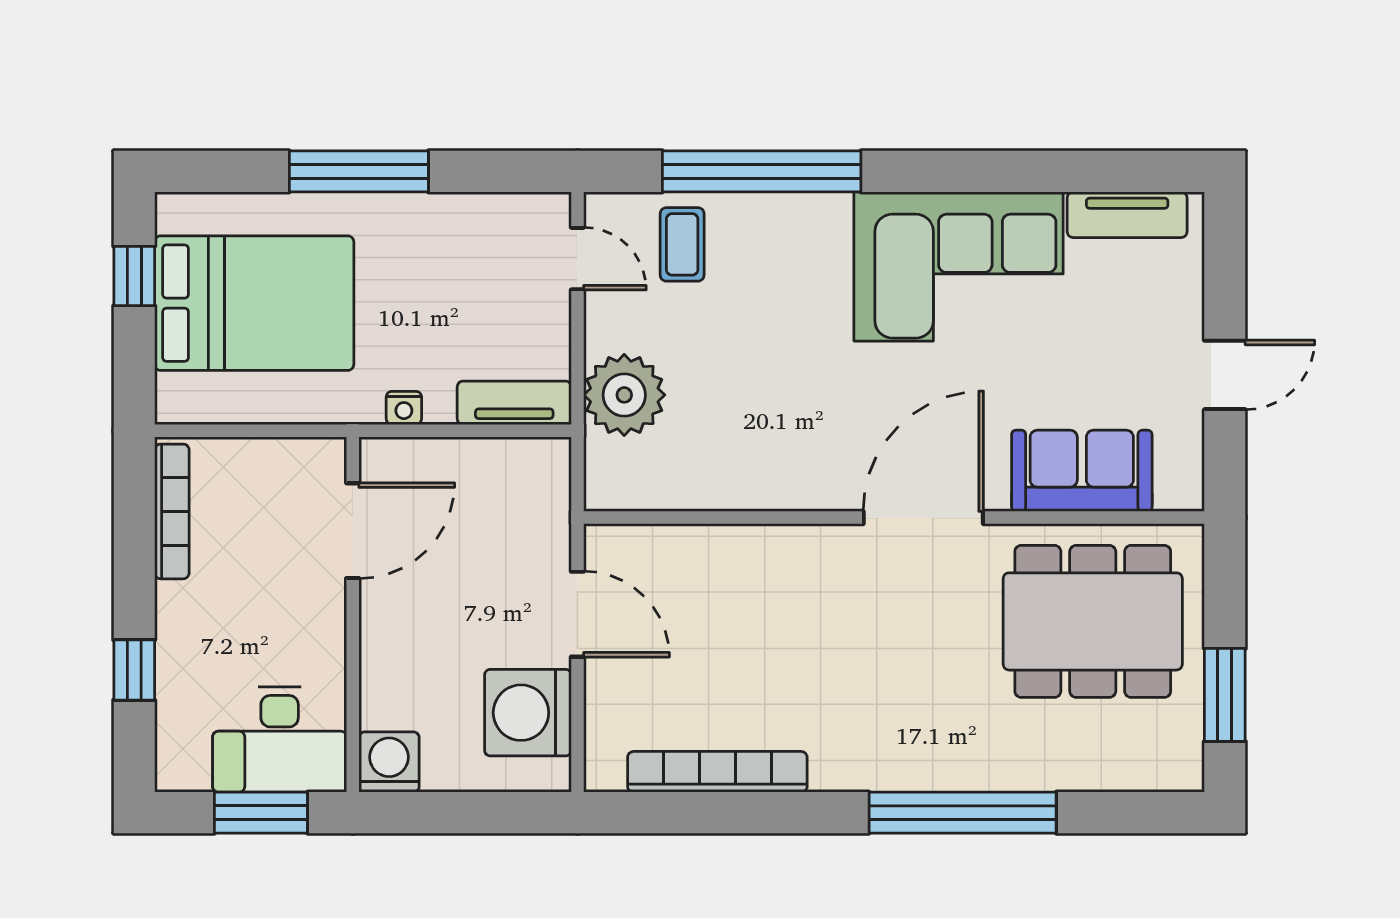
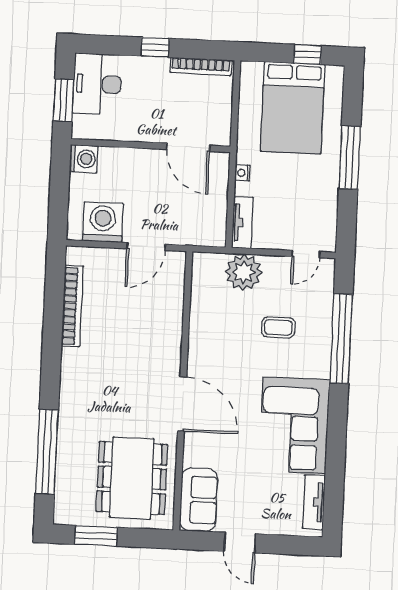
coffee table: (682, 244) -> (278, 327), moved
sofa: (1082, 471) -> (199, 500), moved
window: (134, 670) -> (155, 47), moved
desk: (280, 740) -> (97, 84), moved
window: (963, 813) -> (47, 452), moved

